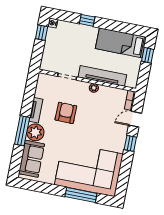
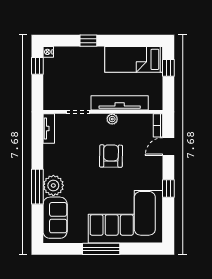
tv unit: (36, 110) -> (49, 129), moved
armchair: (66, 113) -> (111, 156), moved
window: (130, 143) -> (168, 189), moved
window: (81, 195) -> (101, 249), moved

